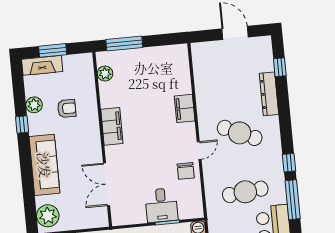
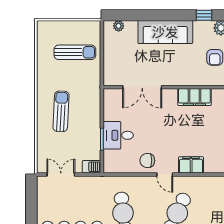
filing cabinet: (185, 108) -> (191, 165), moved
double door: (107, 184) -> (142, 87), swing flipped
plant: (48, 216) -> (119, 26), width x0.53, depth x0.53

